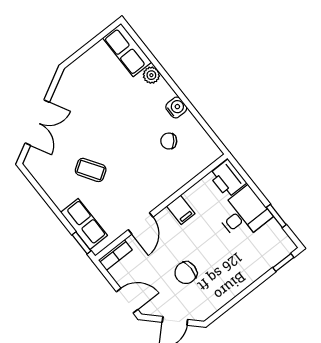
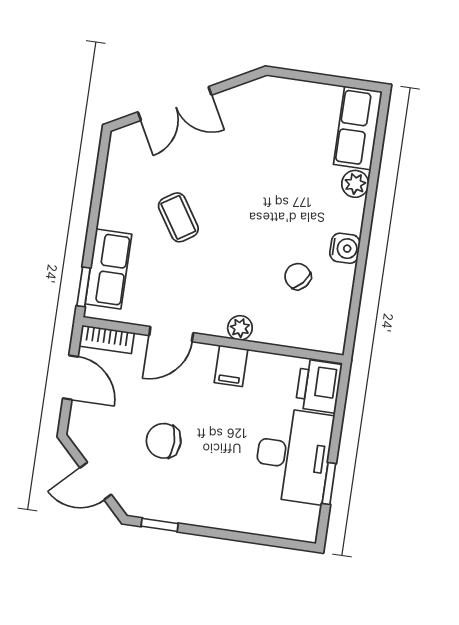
plant: (167, 189) -> (240, 328), added
desk: (243, 214) -> (293, 455), width x1.37
window: (283, 263) -> (160, 525), moved
door: (127, 301) -> (70, 378), moved

